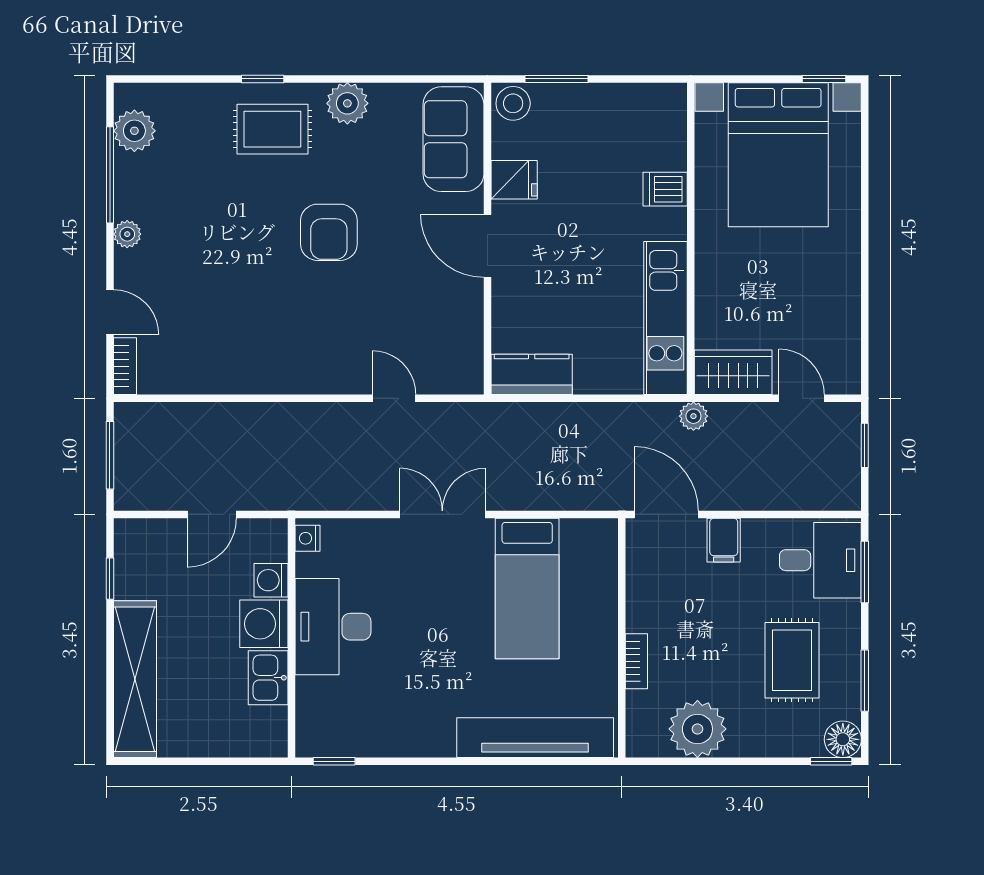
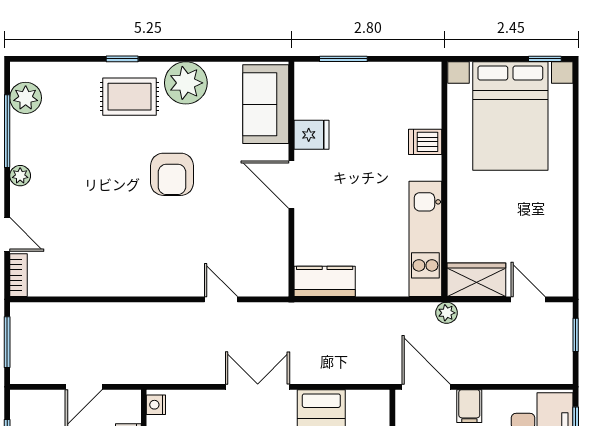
plant: (347, 103) -> (186, 83), width x1.36, depth x1.36
stool: (513, 103) -> (311, 77), removed

